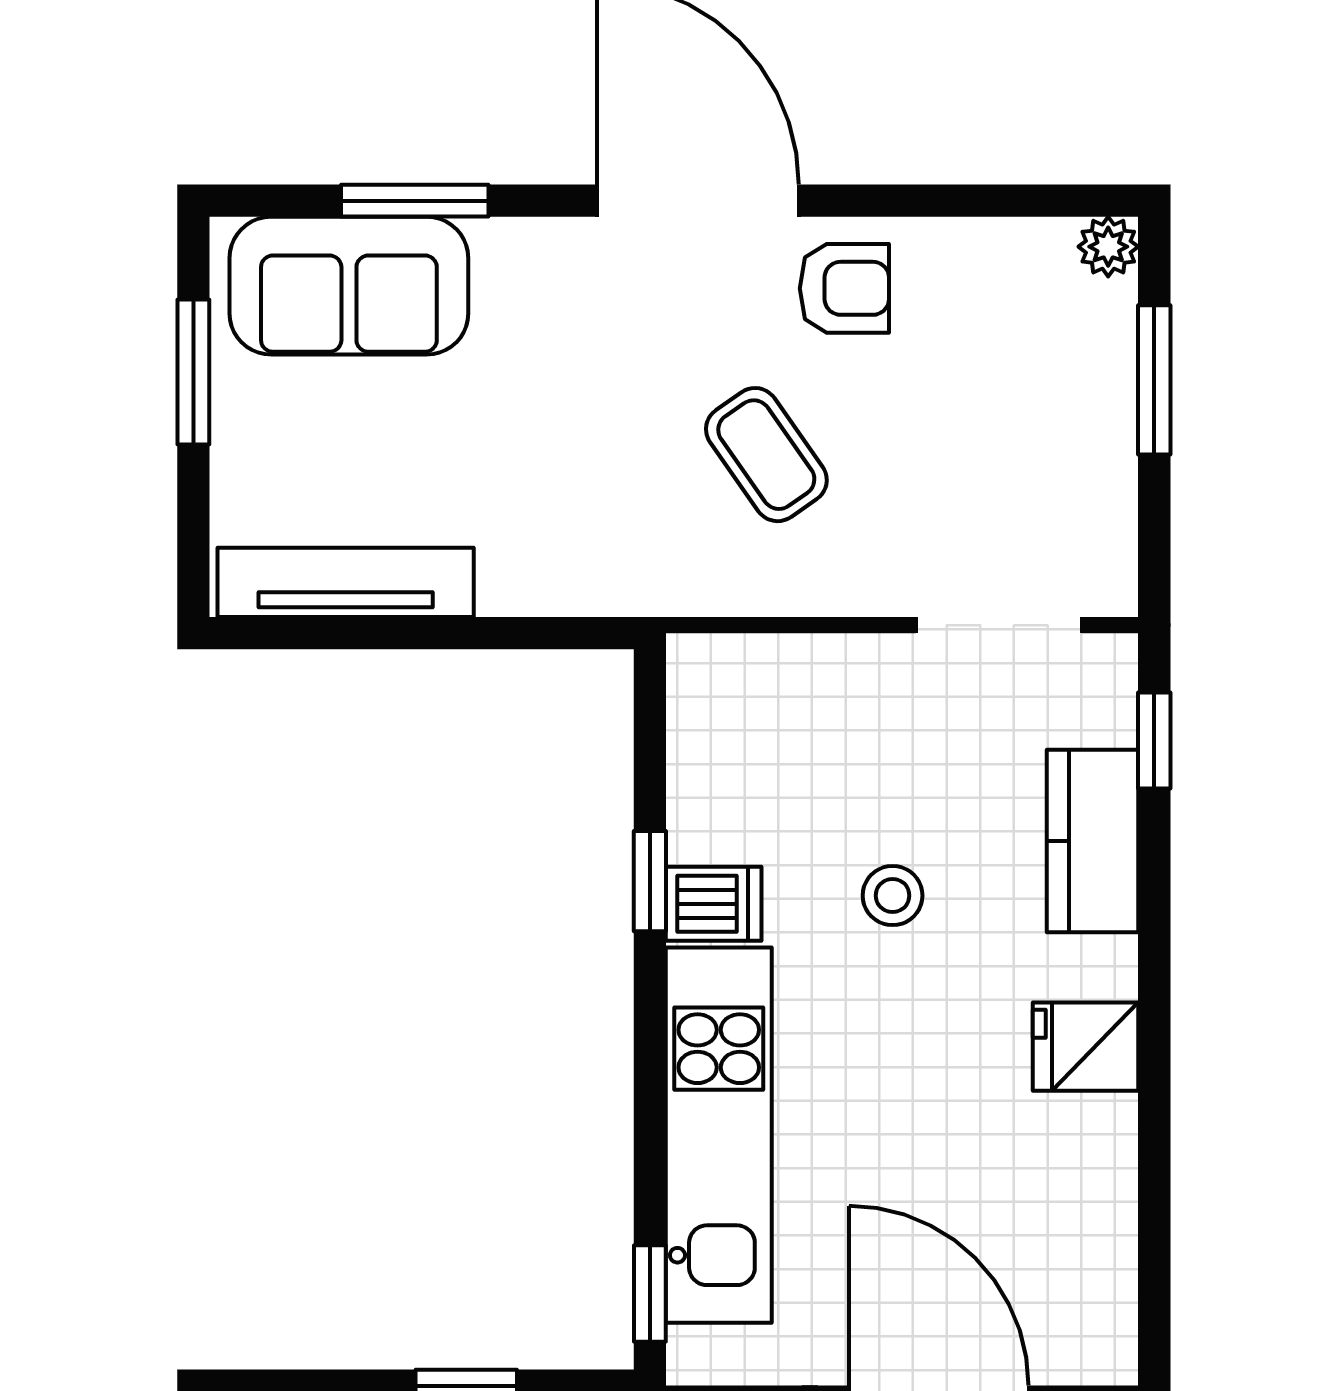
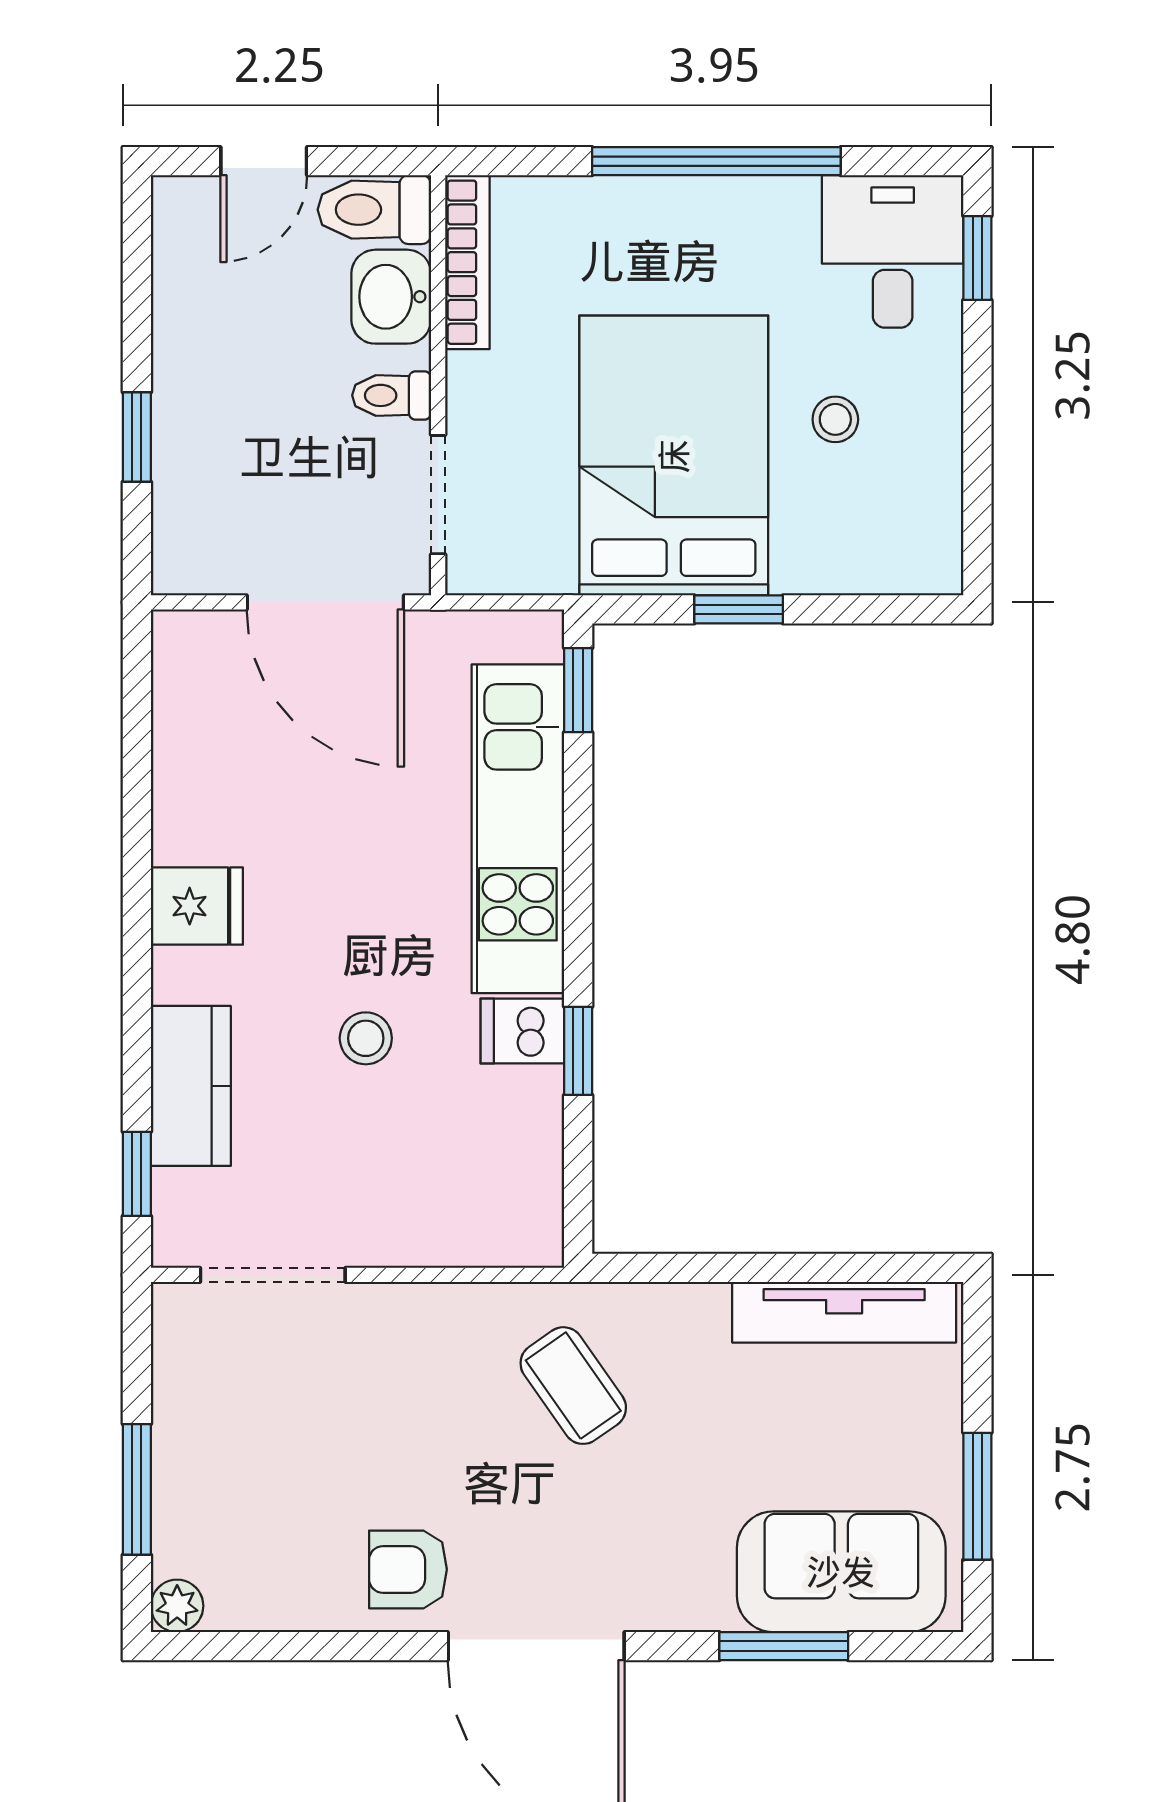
coffee table: (766, 455) -> (573, 1386), moved

